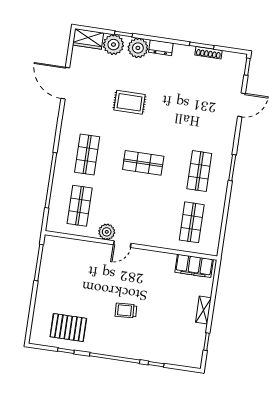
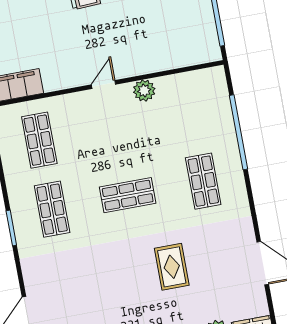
rug: (130, 102) -> (172, 267), turned 90
shop shelf: (80, 206) -> (190, 112), removed
door: (122, 244) -> (104, 84), moved

